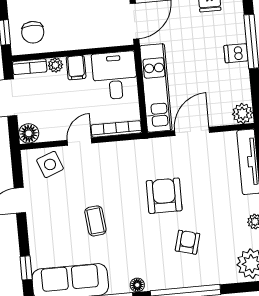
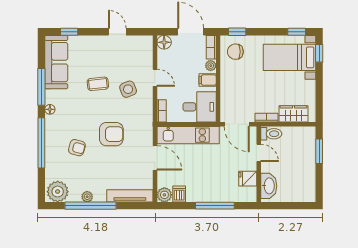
dishwasher: (236, 53) -> (179, 194), moved
bookcase: (116, 129) -> (162, 111), width x0.64
side table: (50, 164) -> (128, 89), moved

